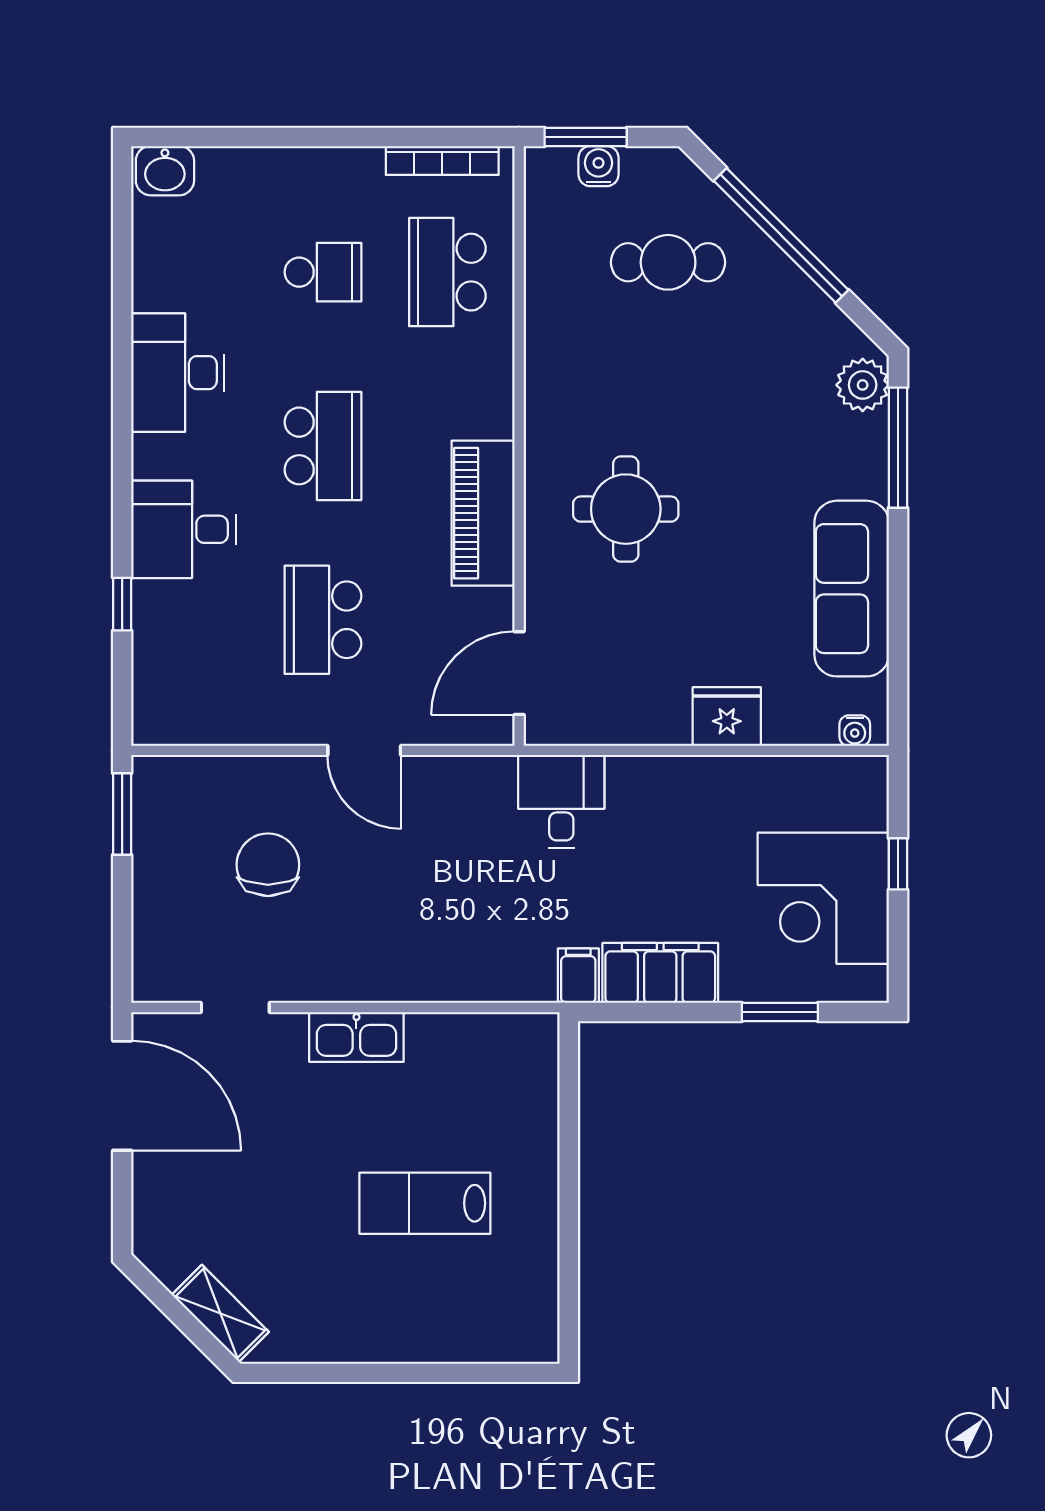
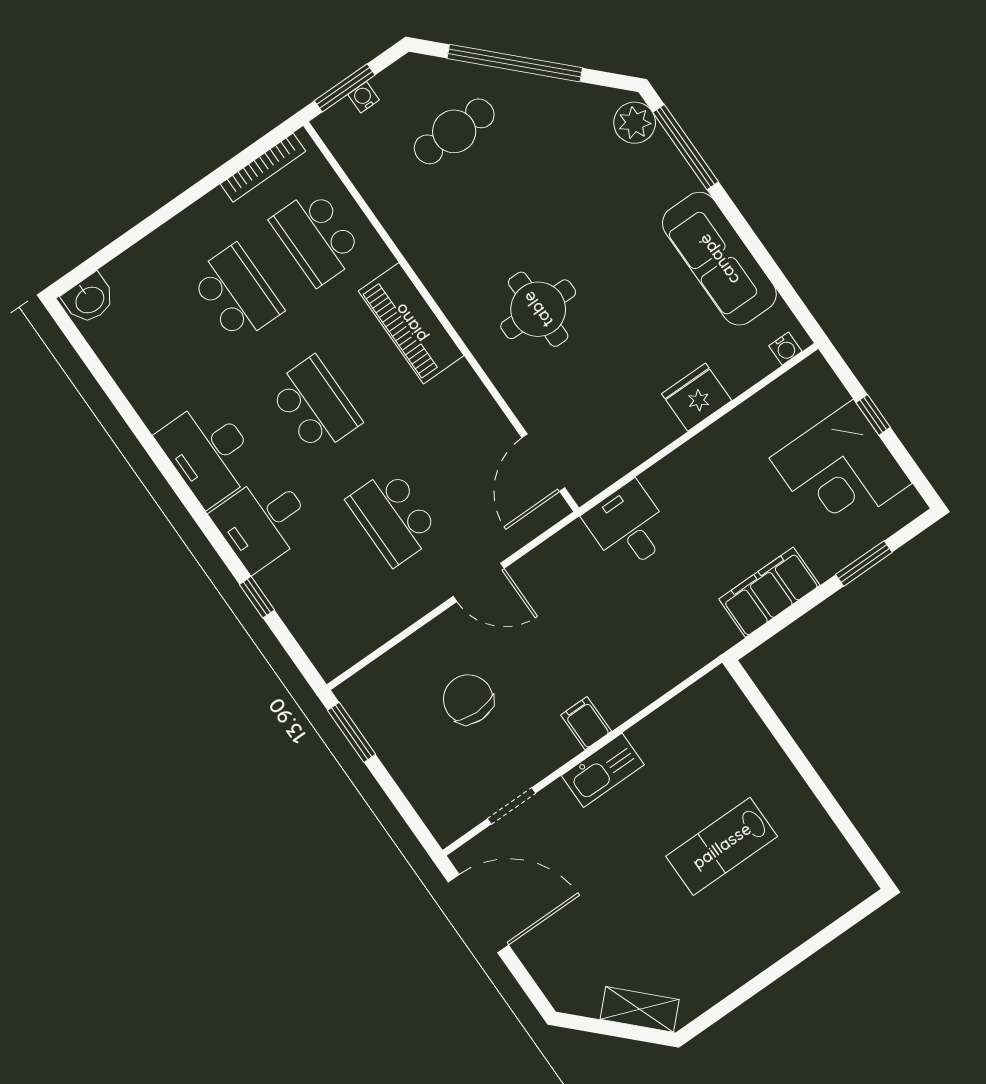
water cooler: (598, 166) -> (364, 97), width x0.72, depth x0.72
school desk: (323, 272) -> (237, 293), width x1.85
desk: (178, 373) -> (209, 452), moved
piano: (483, 513) -> (411, 323), moved
filing cabinet: (578, 976) -> (586, 723), moved

